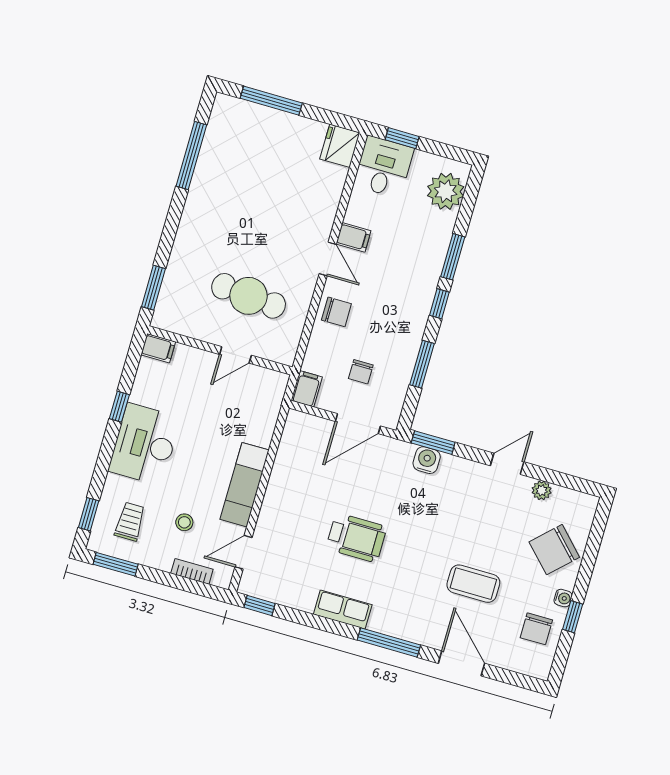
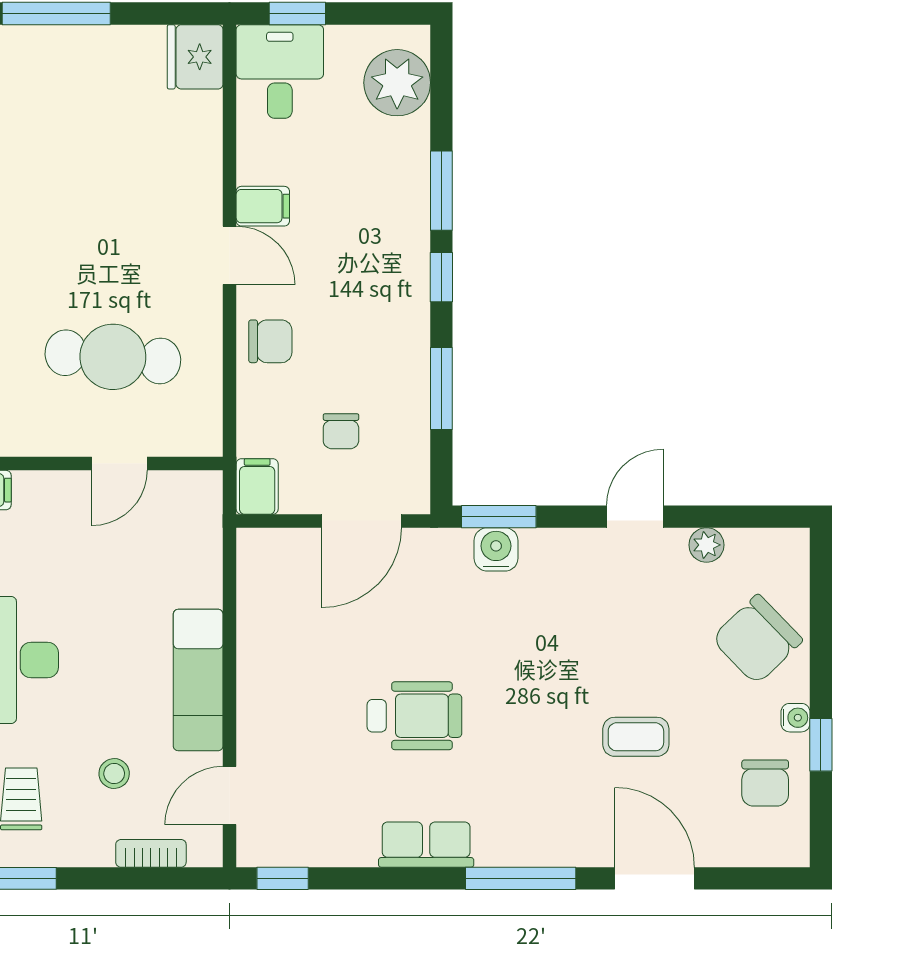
coffee table: (473, 584) -> (636, 737), width x0.73, depth x0.77

